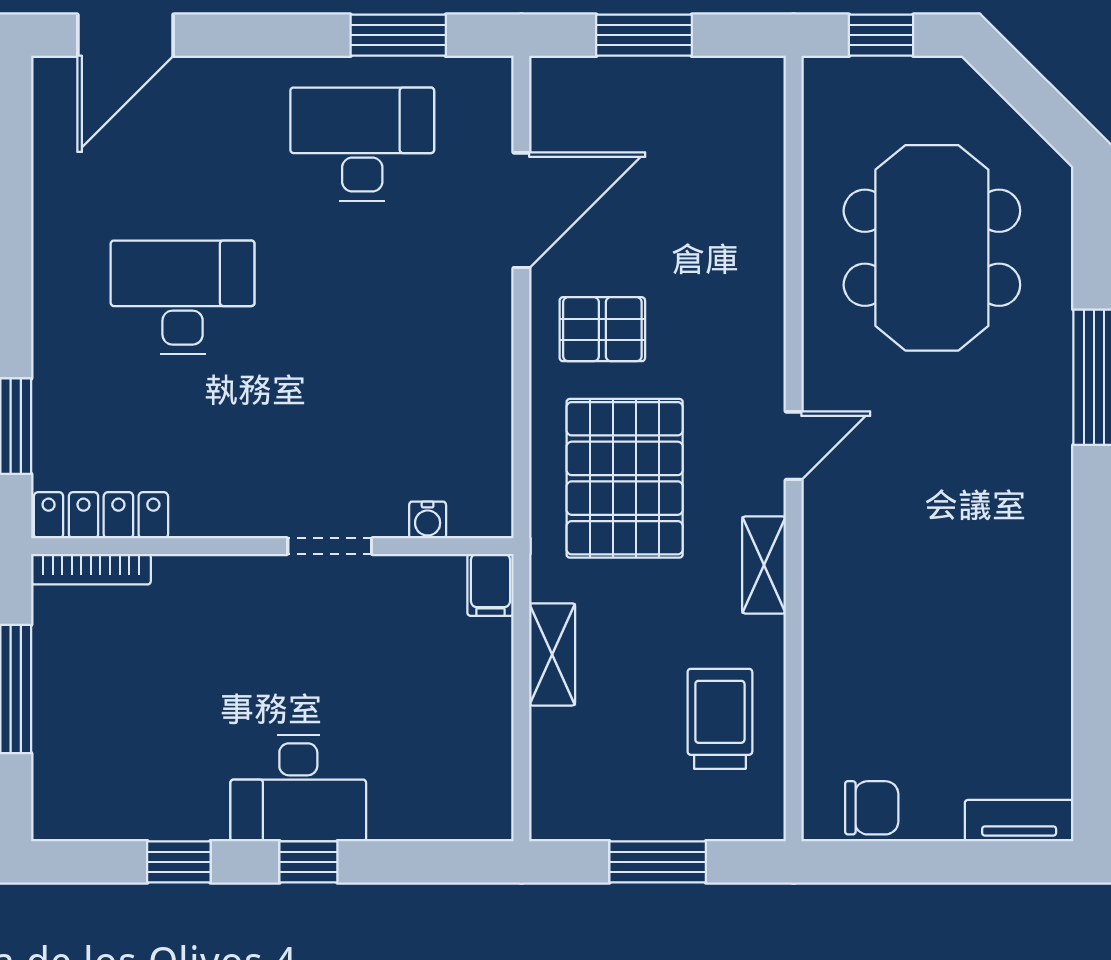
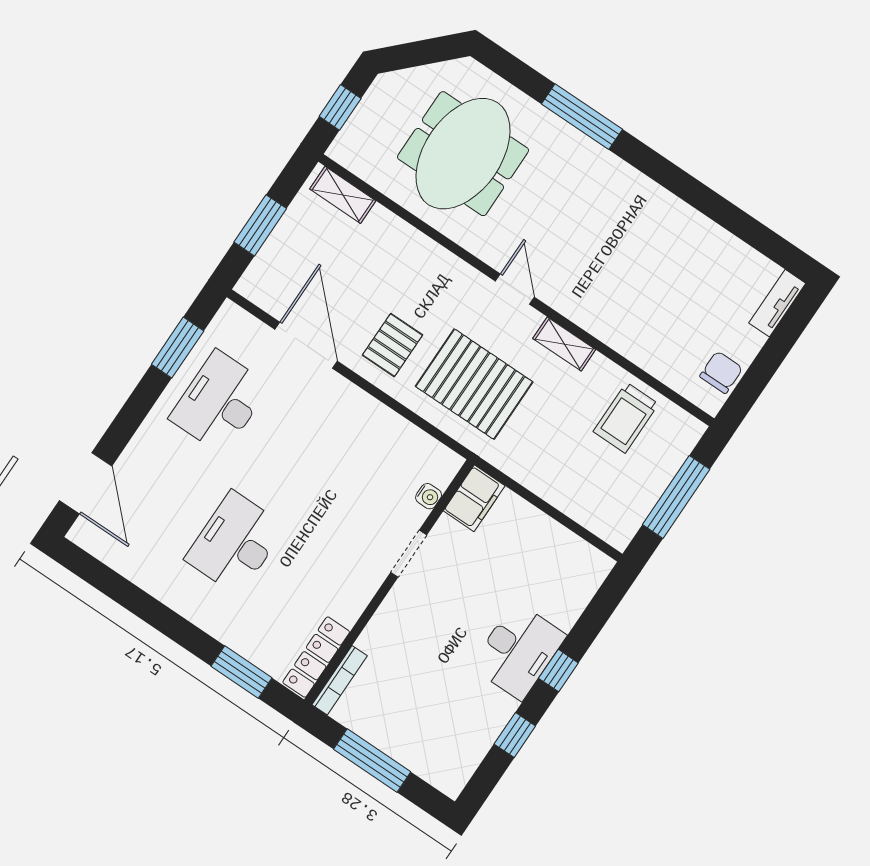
meeting table: (932, 248) -> (463, 154), turned 90
filing cabinet: (491, 585) -> (474, 498), width x2.00
shelving: (552, 654) -> (343, 195), moved
trolley: (720, 719) -> (626, 418), turned -90
window: (658, 862) -> (676, 497), width x1.44

